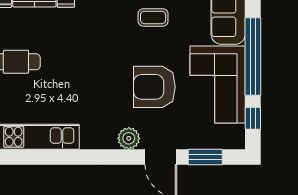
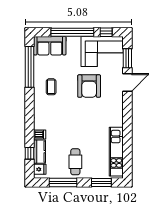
corner sofa: (218, 85) -> (102, 51), moved
plant: (129, 138) -> (117, 100), removed

